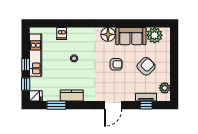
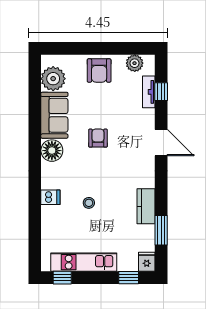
dishwasher: (62, 34) -> (50, 197), moved
window: (26, 65) -> (62, 278), moved
armchair: (146, 66) -> (99, 70), moved, turned -135

